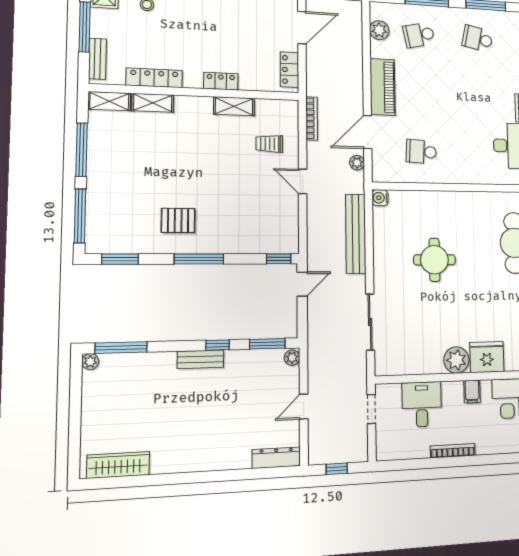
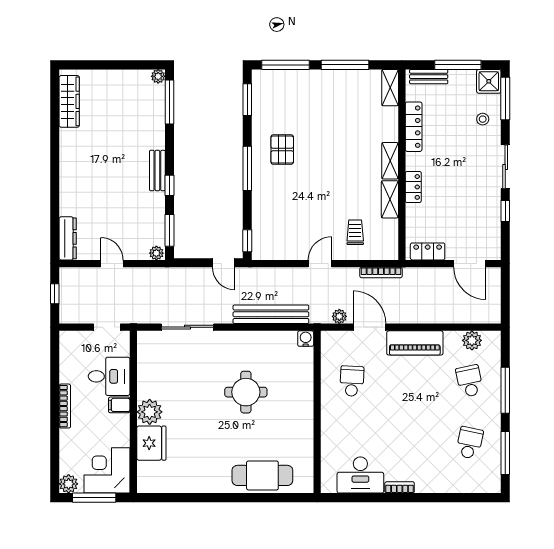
shelving: (153, 103) -> (390, 161), moved
filing cabinet: (472, 392) -> (119, 405), moved

